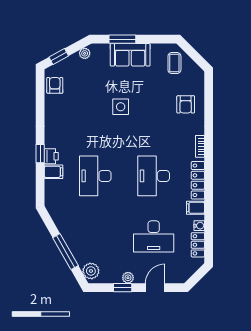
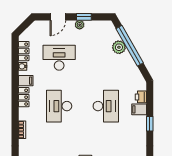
printer: (51, 156) -> (141, 97), moved
desk: (154, 176) -> (59, 106), turned 180
locker: (198, 180) -> (24, 97), width x0.66
window: (65, 252) -> (130, 46), width x1.46
plant: (91, 271) -> (119, 47), moved

